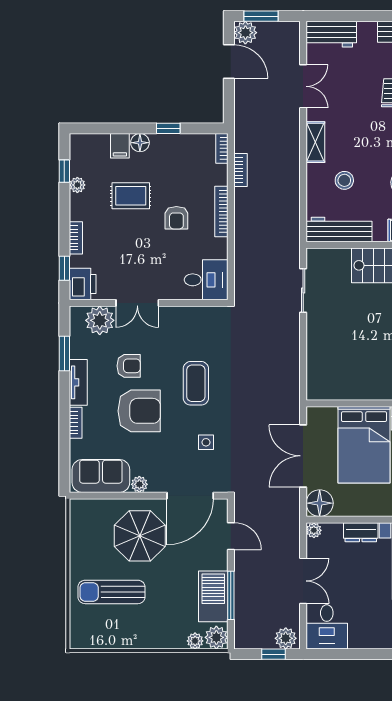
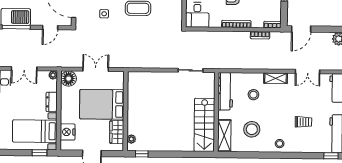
door: (229, 62) -> (301, 29), moved
double door: (303, 456) -> (96, 69), width x0.73

